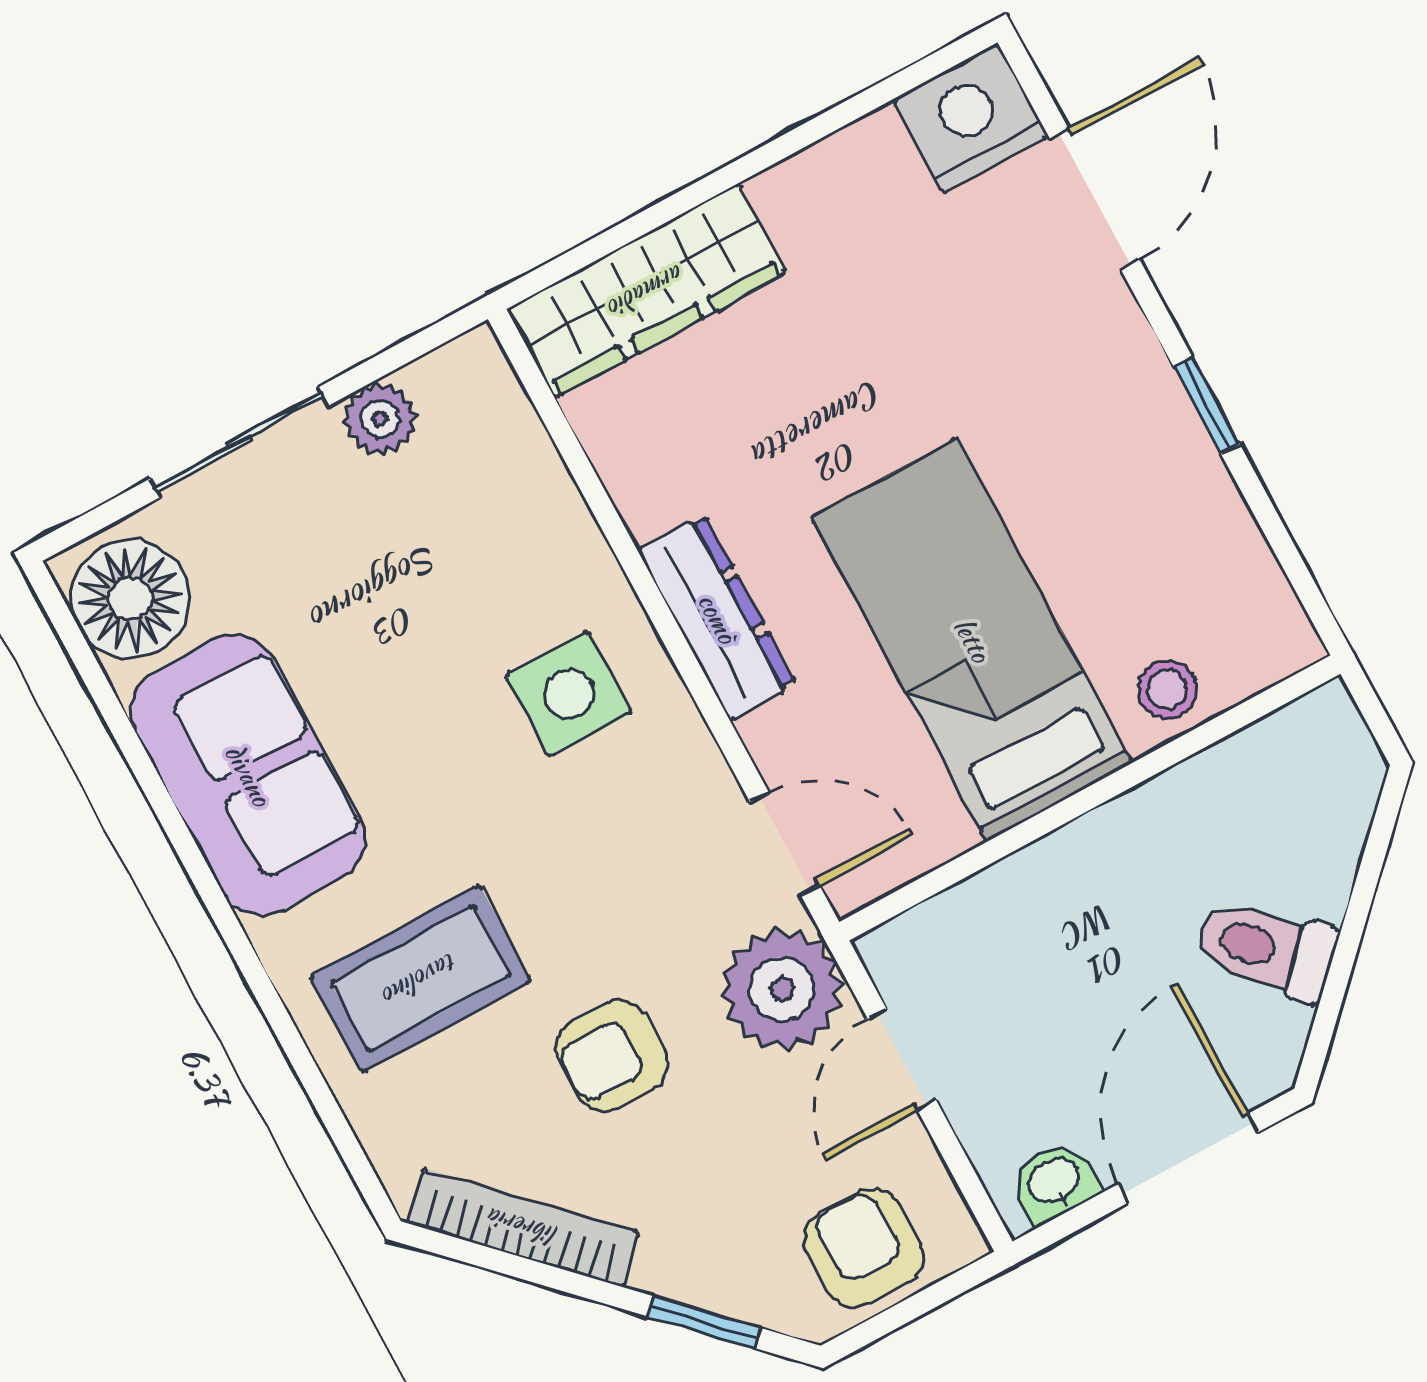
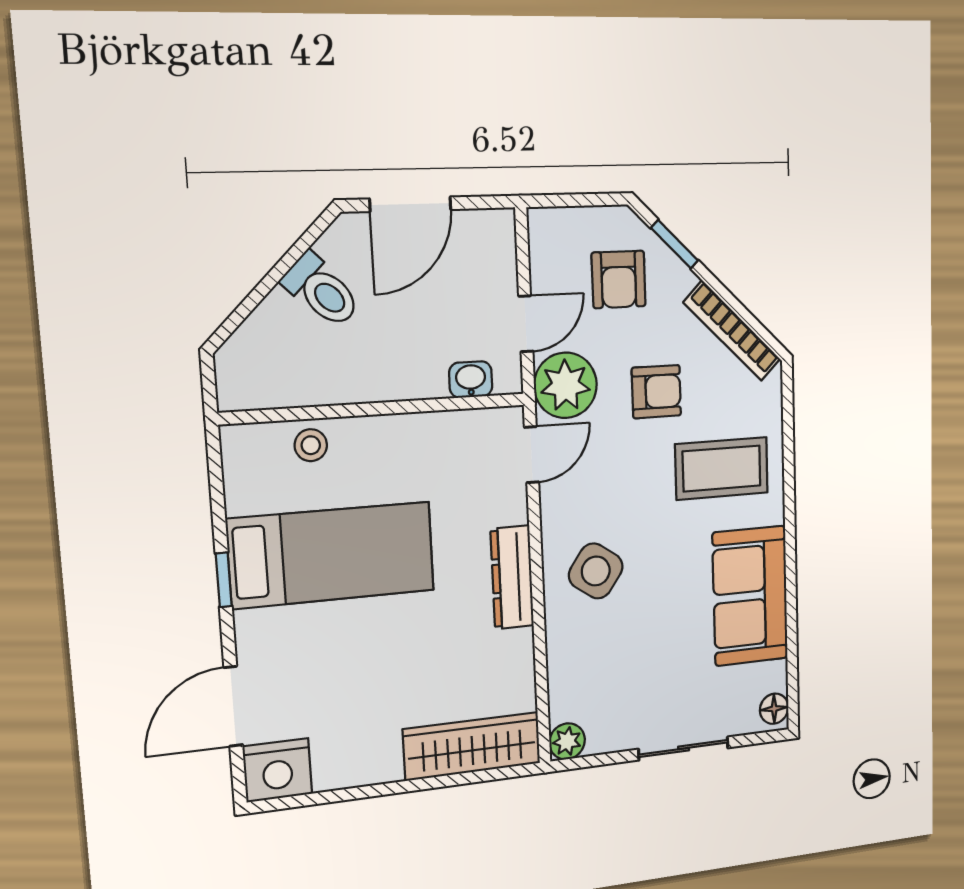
plant: (380, 419) -> (567, 741), moved
floor lamp: (130, 599) -> (774, 709), width x0.53, depth x0.53
bed: (972, 640) -> (332, 555), moved, turned -90
side table: (569, 694) -> (596, 571), turned 35
door: (785, 844) -> (531, 455), swing flipped
washbasin: (1055, 1182) -> (471, 379), moved, turned 180
armchair: (864, 1248) -> (619, 279), moved

